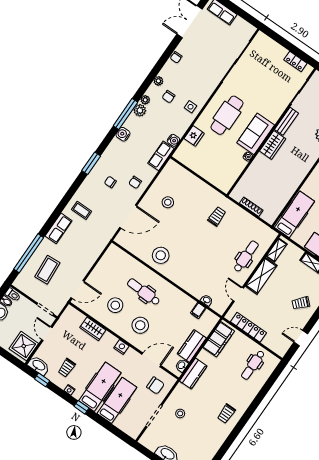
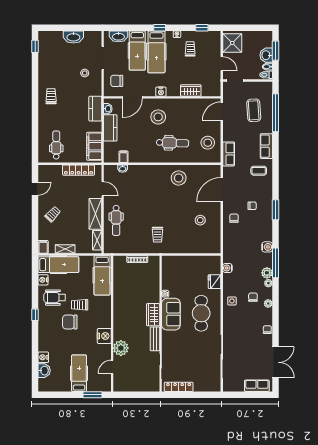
locker: (295, 61) -> (179, 387), width x1.53
row of seats: (161, 156) -> (229, 154), moved
stool: (115, 305) -> (208, 143), moved
washbasin: (39, 365) -> (118, 36), moved

